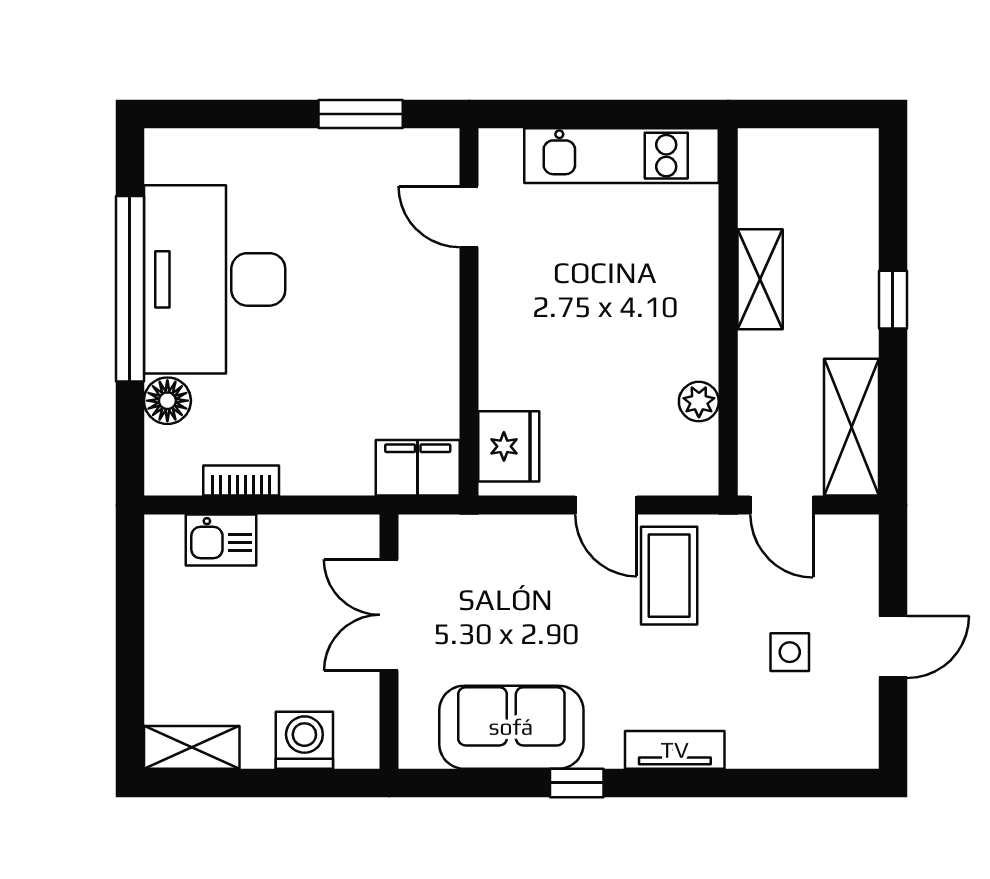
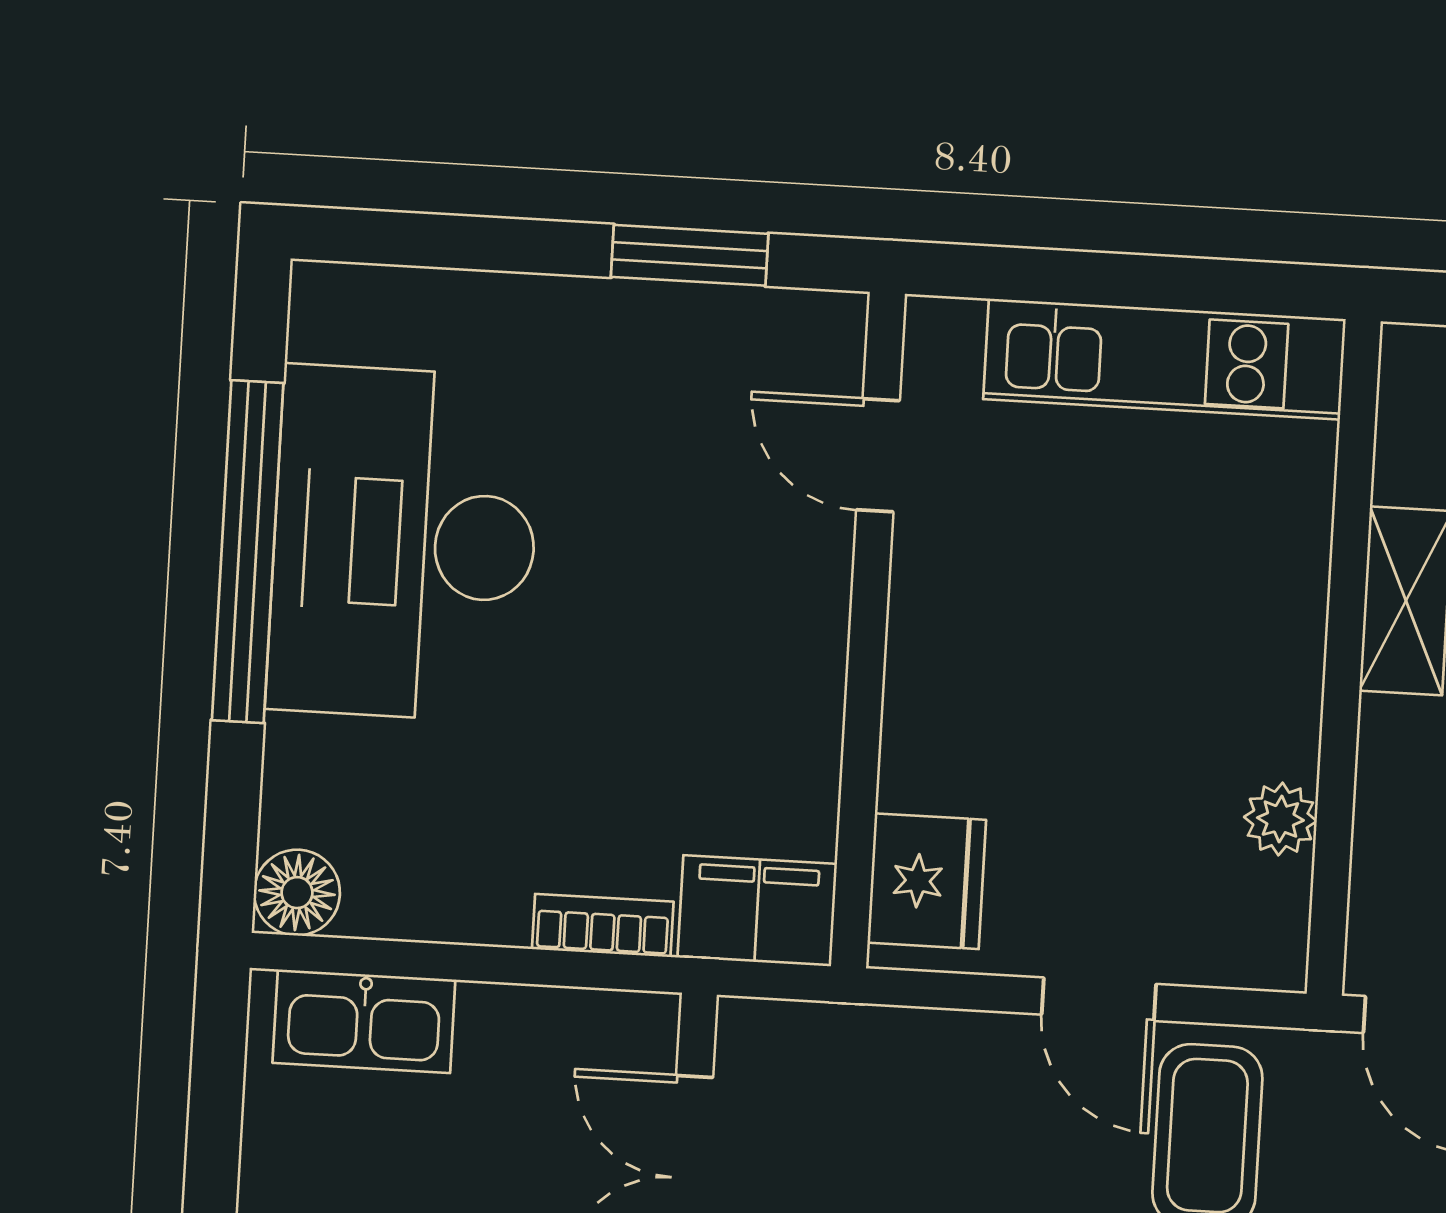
floor lamp: (167, 401) -> (297, 893), moved
bookcase: (241, 481) -> (603, 925), moved
kitchen sink: (221, 540) -> (364, 1021), width x1.38

